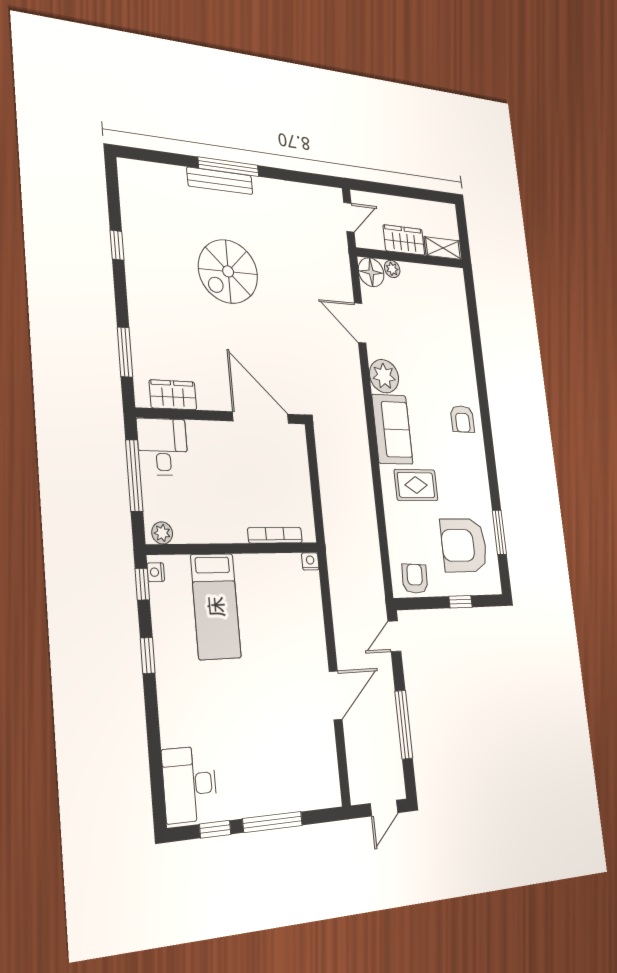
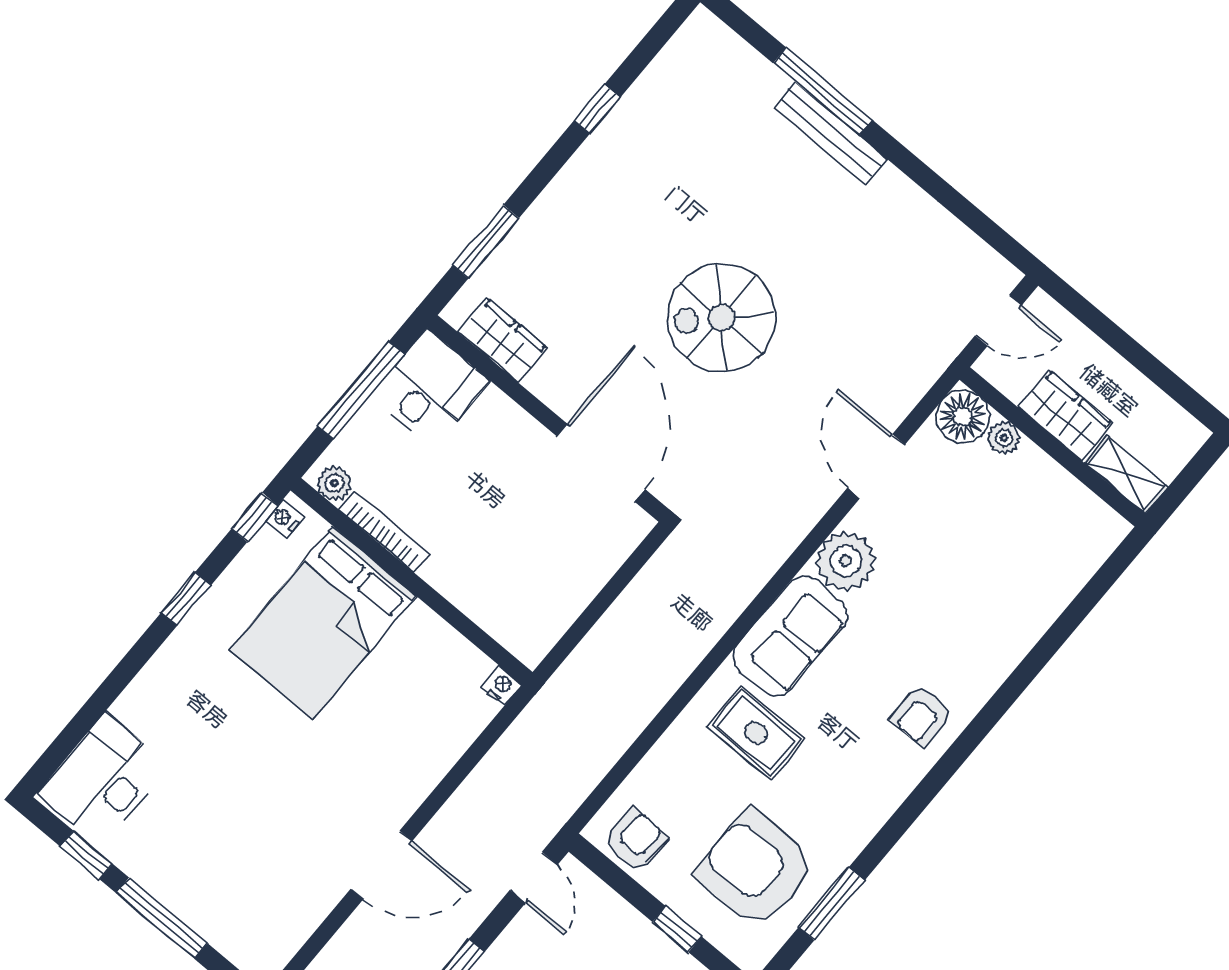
window: (229, 167) -> (823, 92), moved
spiral stairs: (228, 271) -> (722, 318), moved
bookcase: (275, 535) -> (384, 531), moved
bed: (216, 606) -> (323, 623), width x1.50
door: (394, 636) -> (534, 877), swing flipped

